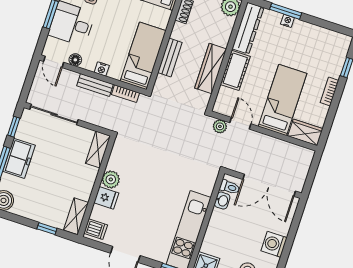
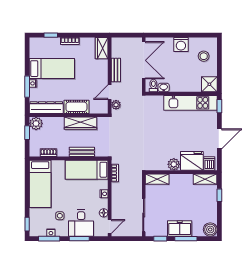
bench: (95, 85) -> (116, 70), moved
bed: (283, 100) -> (52, 69), moved, turned 180
fridge: (106, 198) -> (192, 161), width x1.88, depth x1.34

